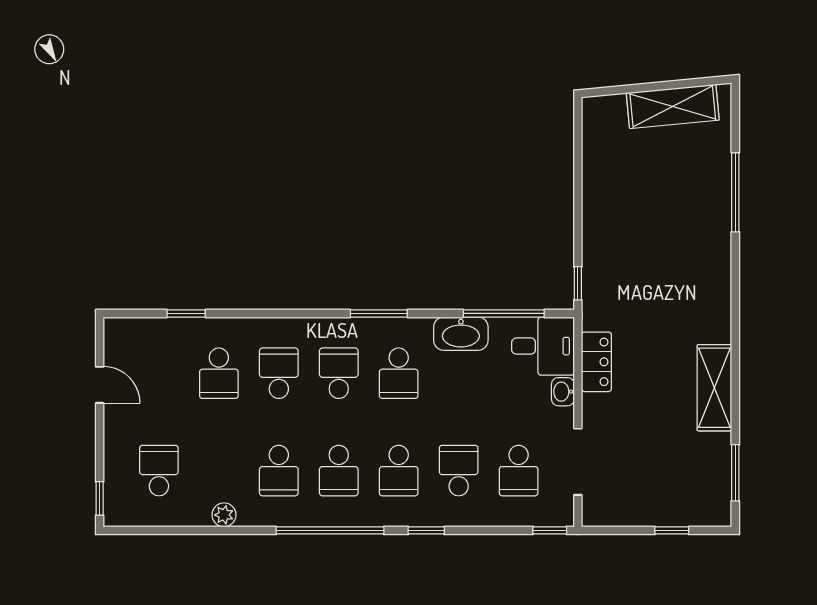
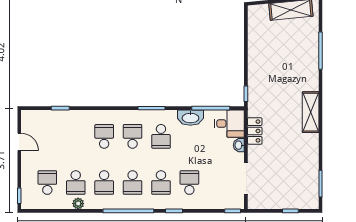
school desk: (219, 373) -> (76, 183), moved
shelving: (714, 388) -> (311, 112), moved
school desk: (519, 471) -> (218, 183), removed

